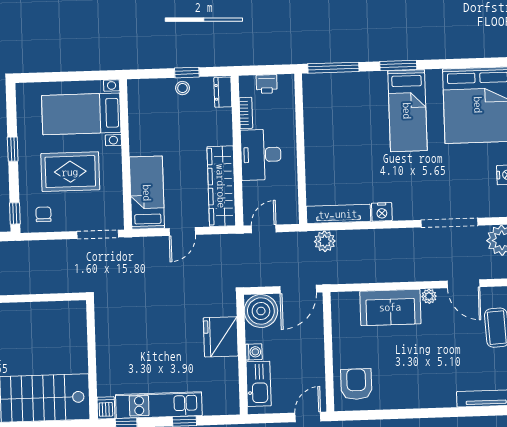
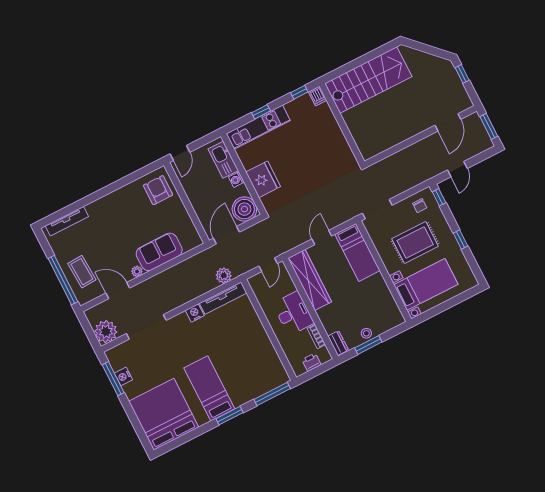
window: (187, 73) -> (368, 345), width x1.50
armchair: (356, 384) -> (158, 190), turned 180
kitchen unit: (159, 405) -> (258, 127), moved

